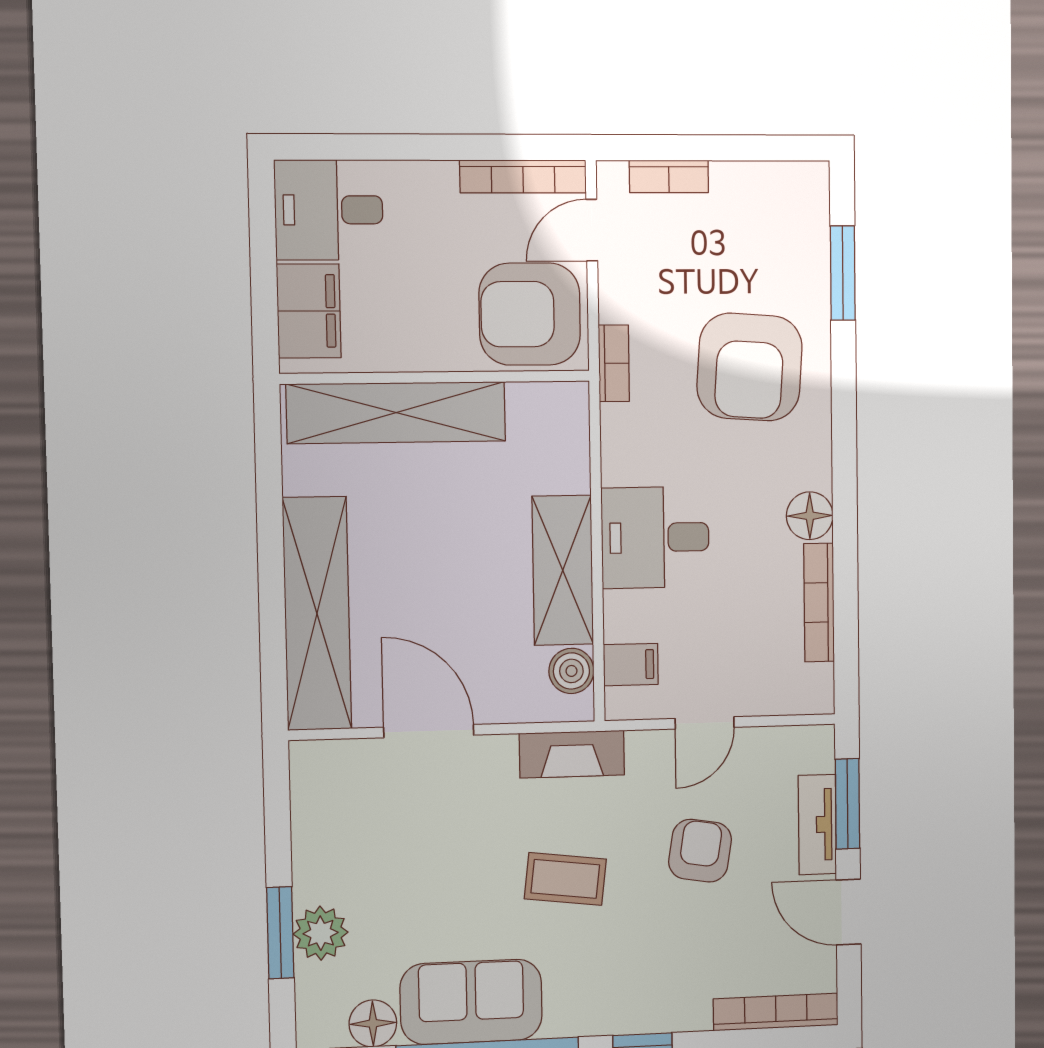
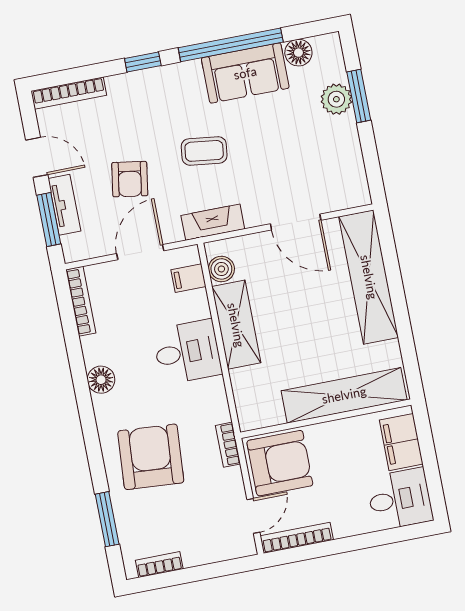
bookcase: (669, 176) -> (159, 565), moved
bookcase: (819, 603) -> (81, 301), moved
door: (705, 723) -> (140, 252), width x1.38

